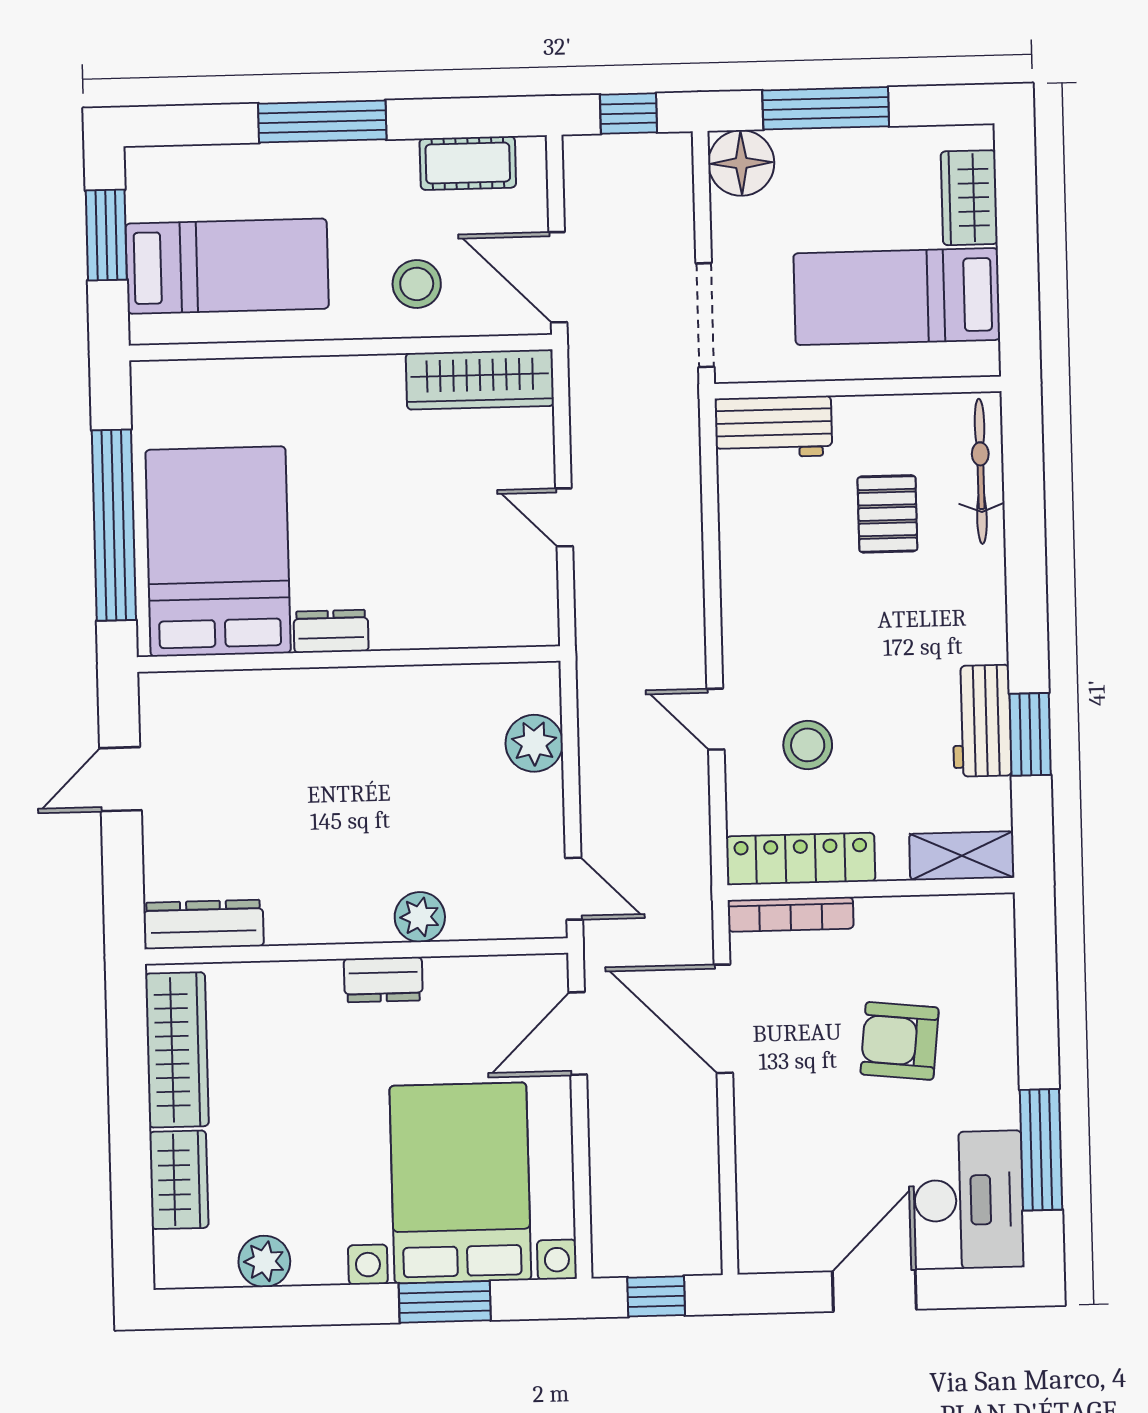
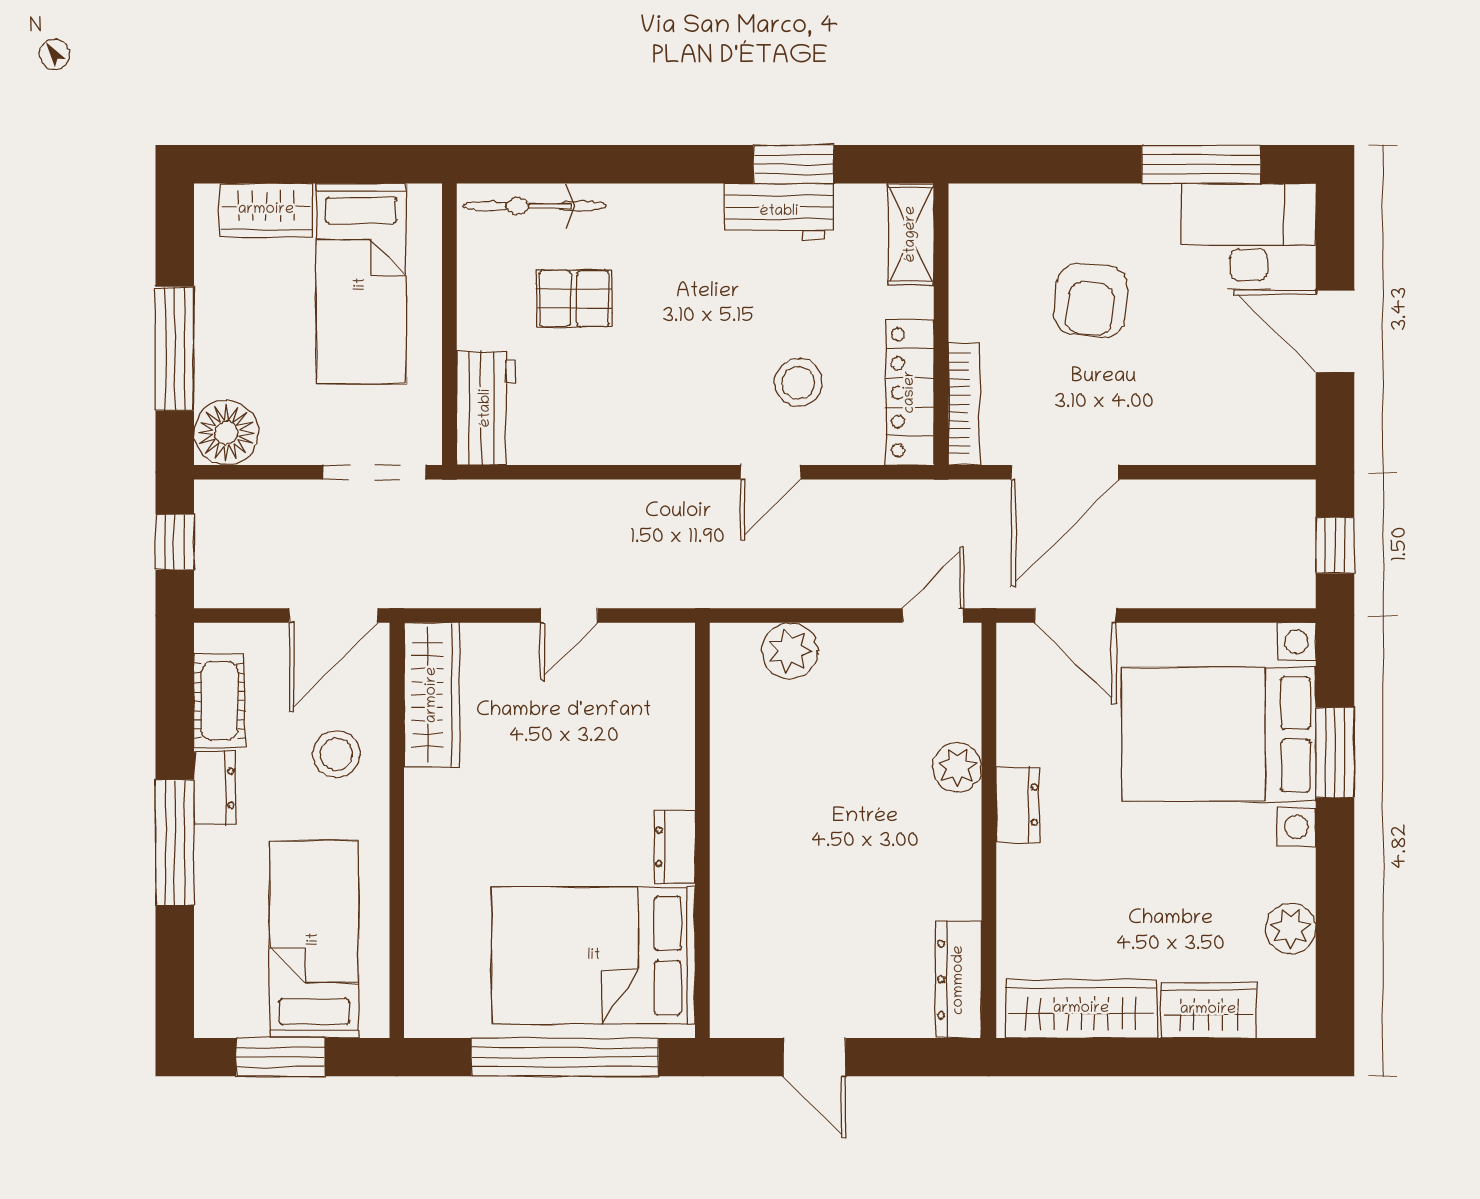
dresser: (379, 161) -> (215, 788), added

